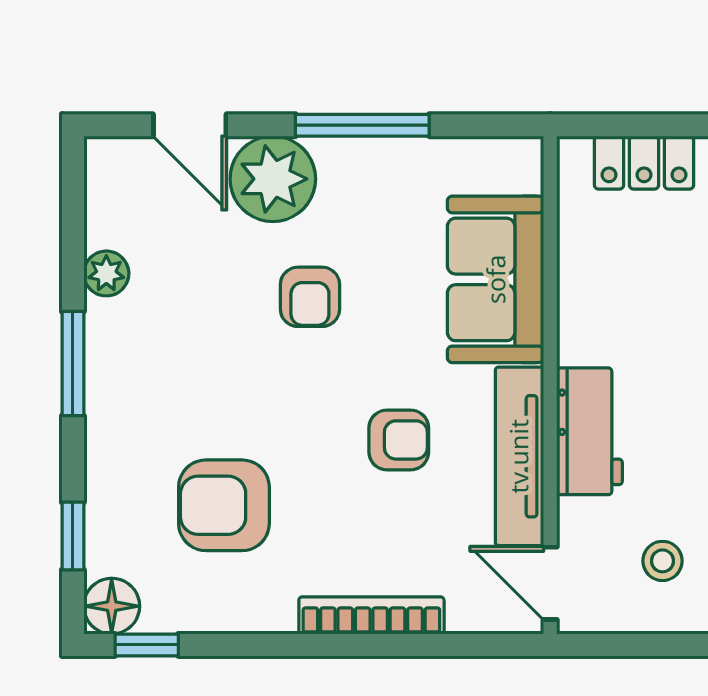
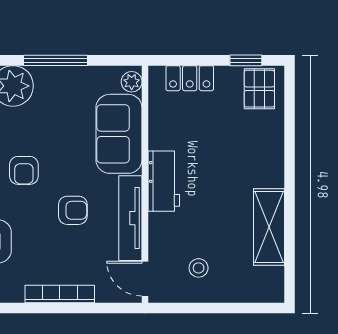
plant: (522, 170) -> (132, 82), added
armchair: (310, 297) -> (24, 170), moved
workbench: (589, 431) -> (164, 181), moved

